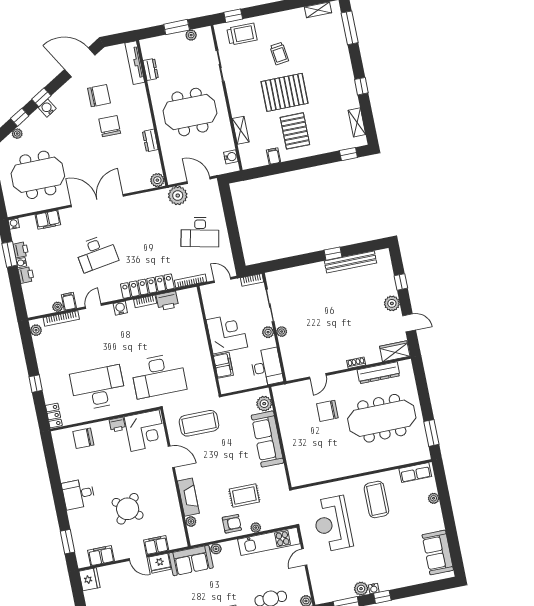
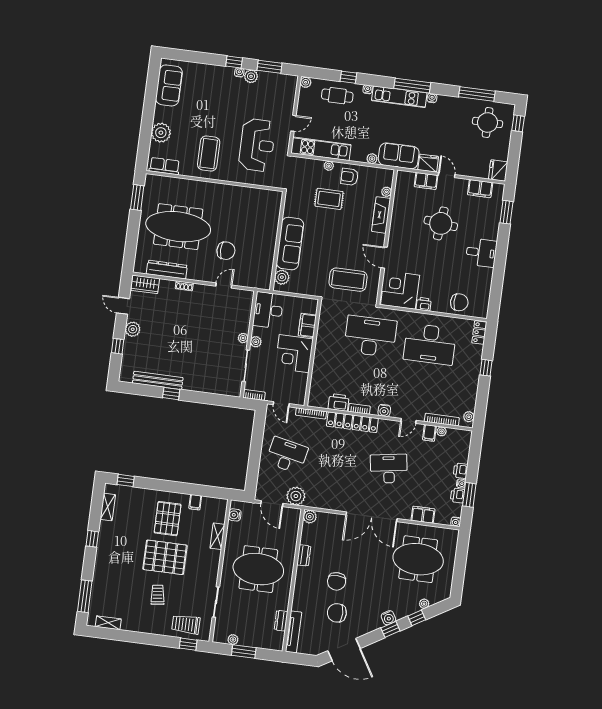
plant: (434, 498) -> (161, 133), width x1.88, depth x1.88
round table: (128, 509) -> (441, 223), turned -35

